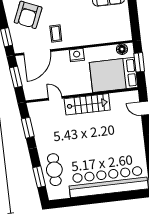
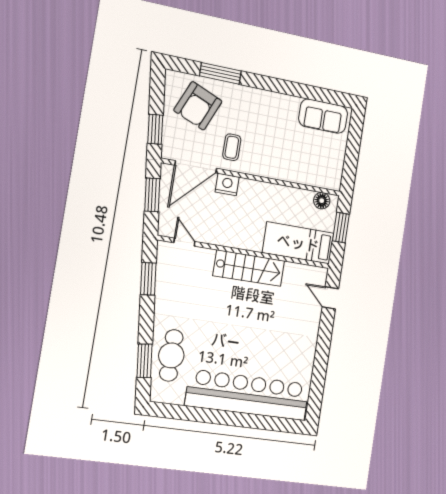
nightstand: (77, 55) -> (227, 184), moved
bed: (114, 75) -> (298, 243), width x0.67
door: (55, 98) -> (184, 242), moved

